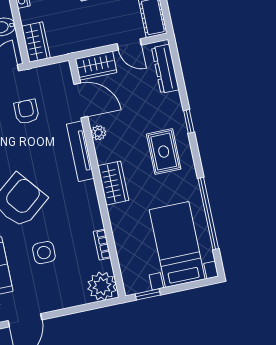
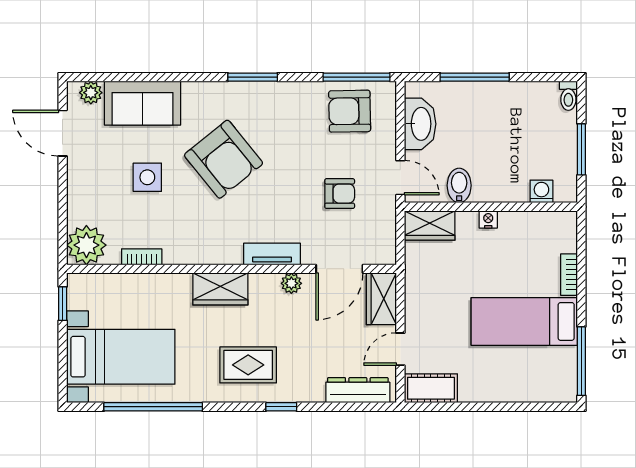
tv unit: (80, 151) -> (272, 254), width x0.71

